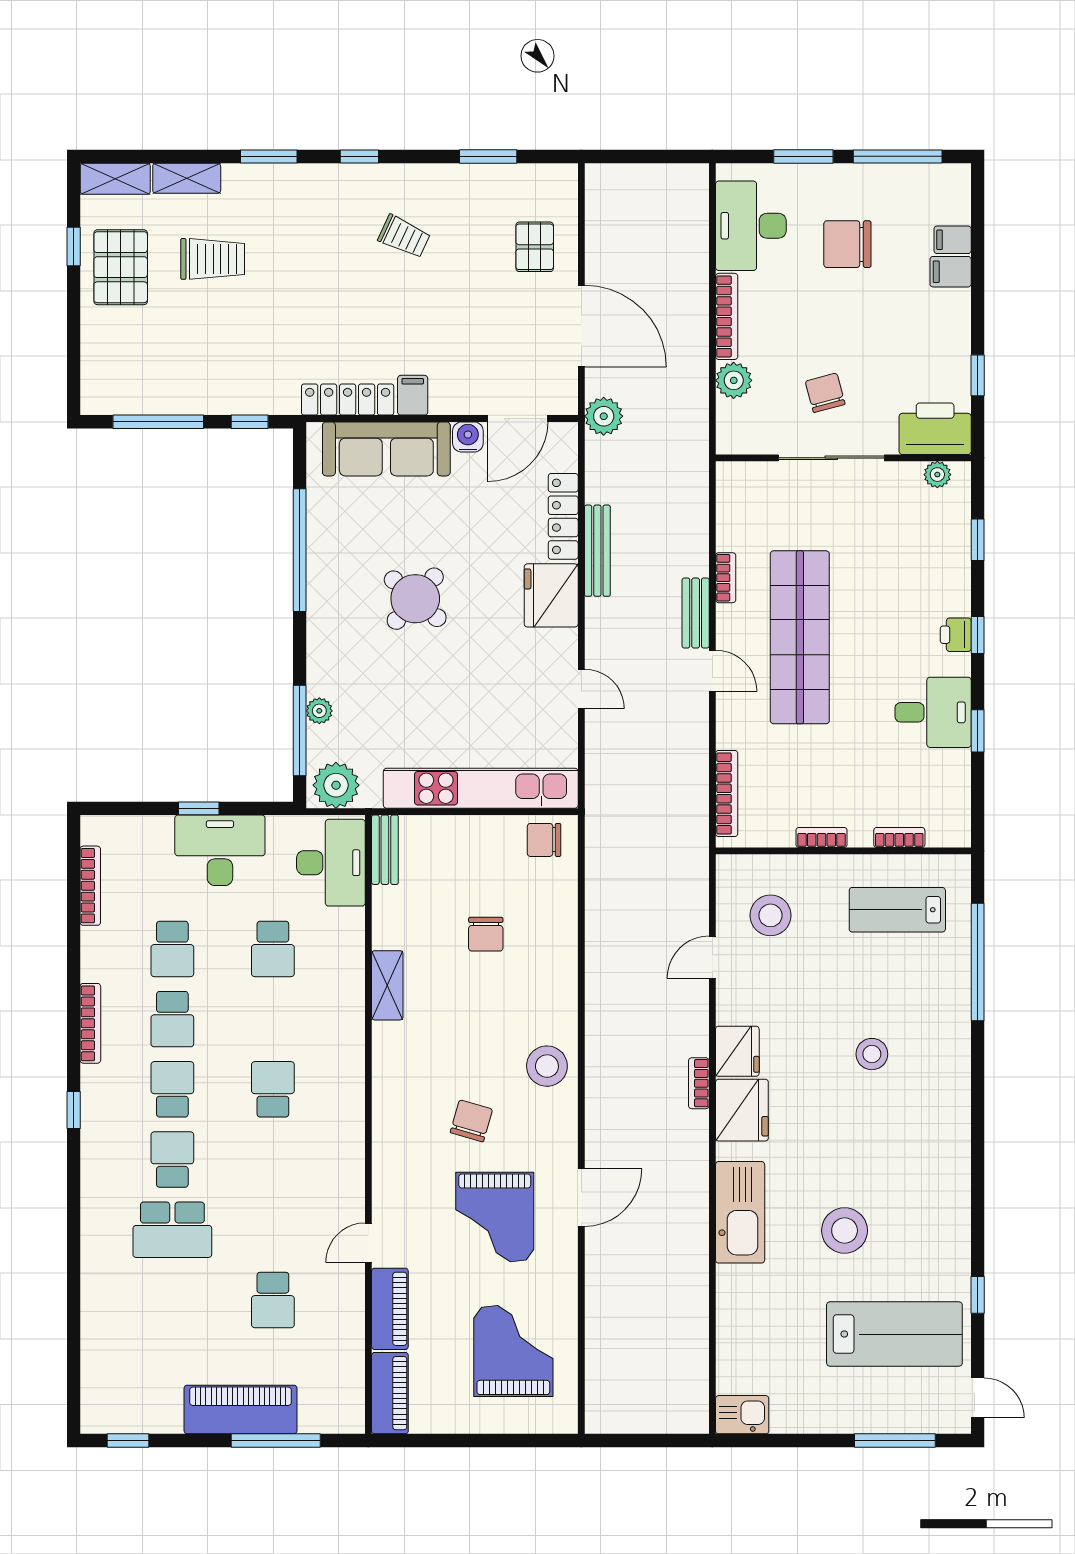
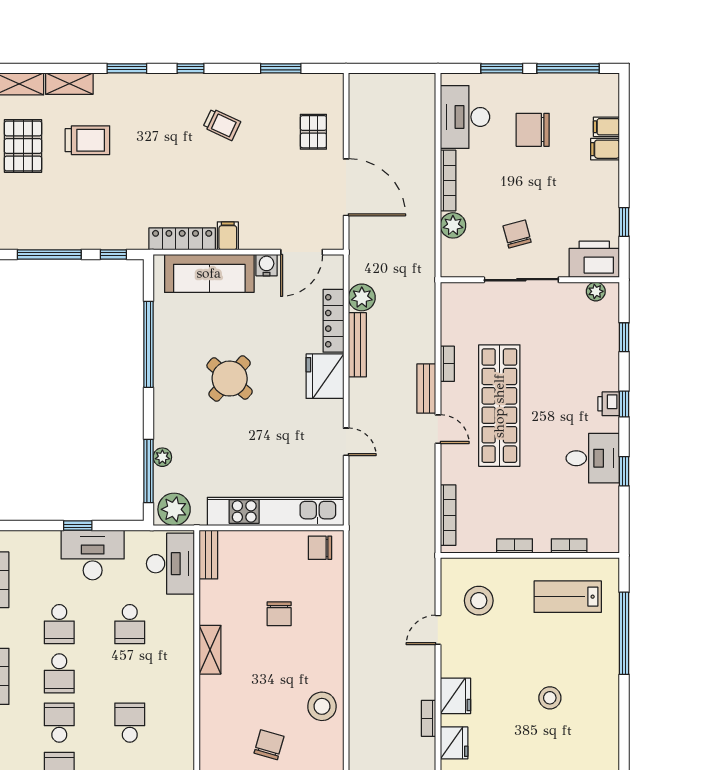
plant: (604, 416) -> (362, 297), moved
fridge: (742, 1110) -> (454, 743), width x0.73, depth x0.75

